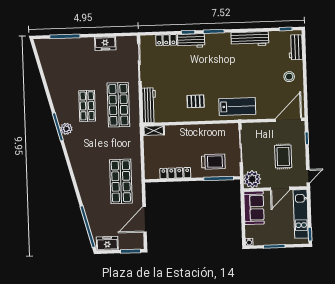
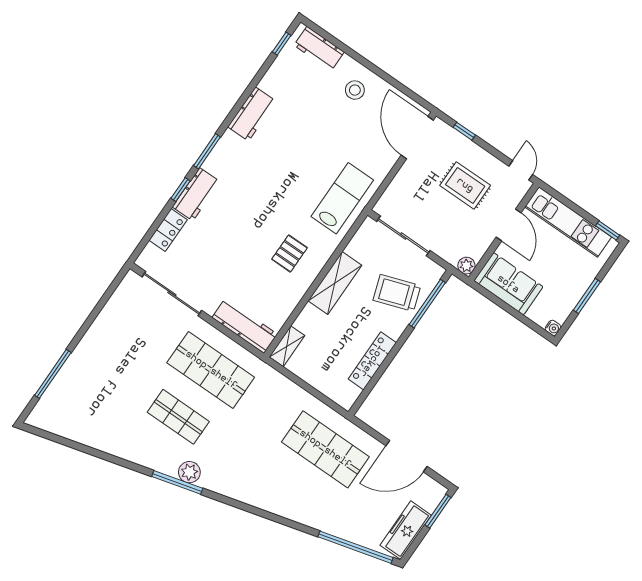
workbench: (250, 39) -> (252, 114), width x0.73
freezer: (105, 43) -> (107, 323), removed
shelving: (197, 131) -> (335, 283), added
trolley: (213, 162) -> (397, 293), turned -109
plant: (252, 179) -> (466, 266), width x0.53, depth x0.53
door: (145, 219) -> (407, 456), hinge flipped
freezer: (107, 243) -> (406, 530), width x1.40

